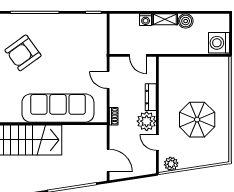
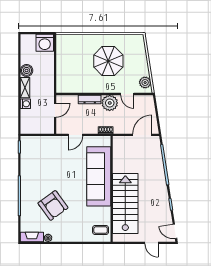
door: (157, 142) -> (127, 94), hinge flipped

